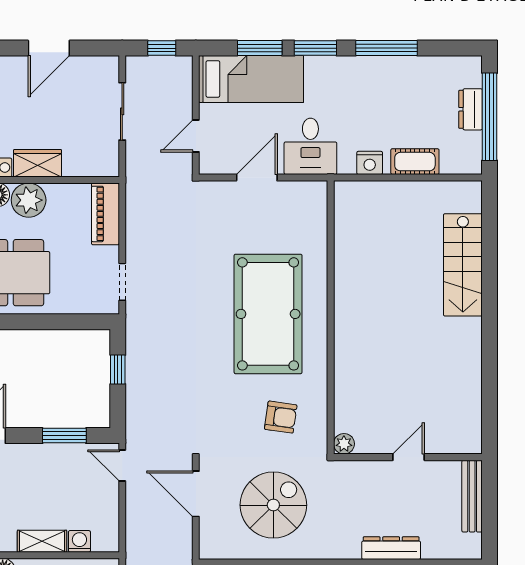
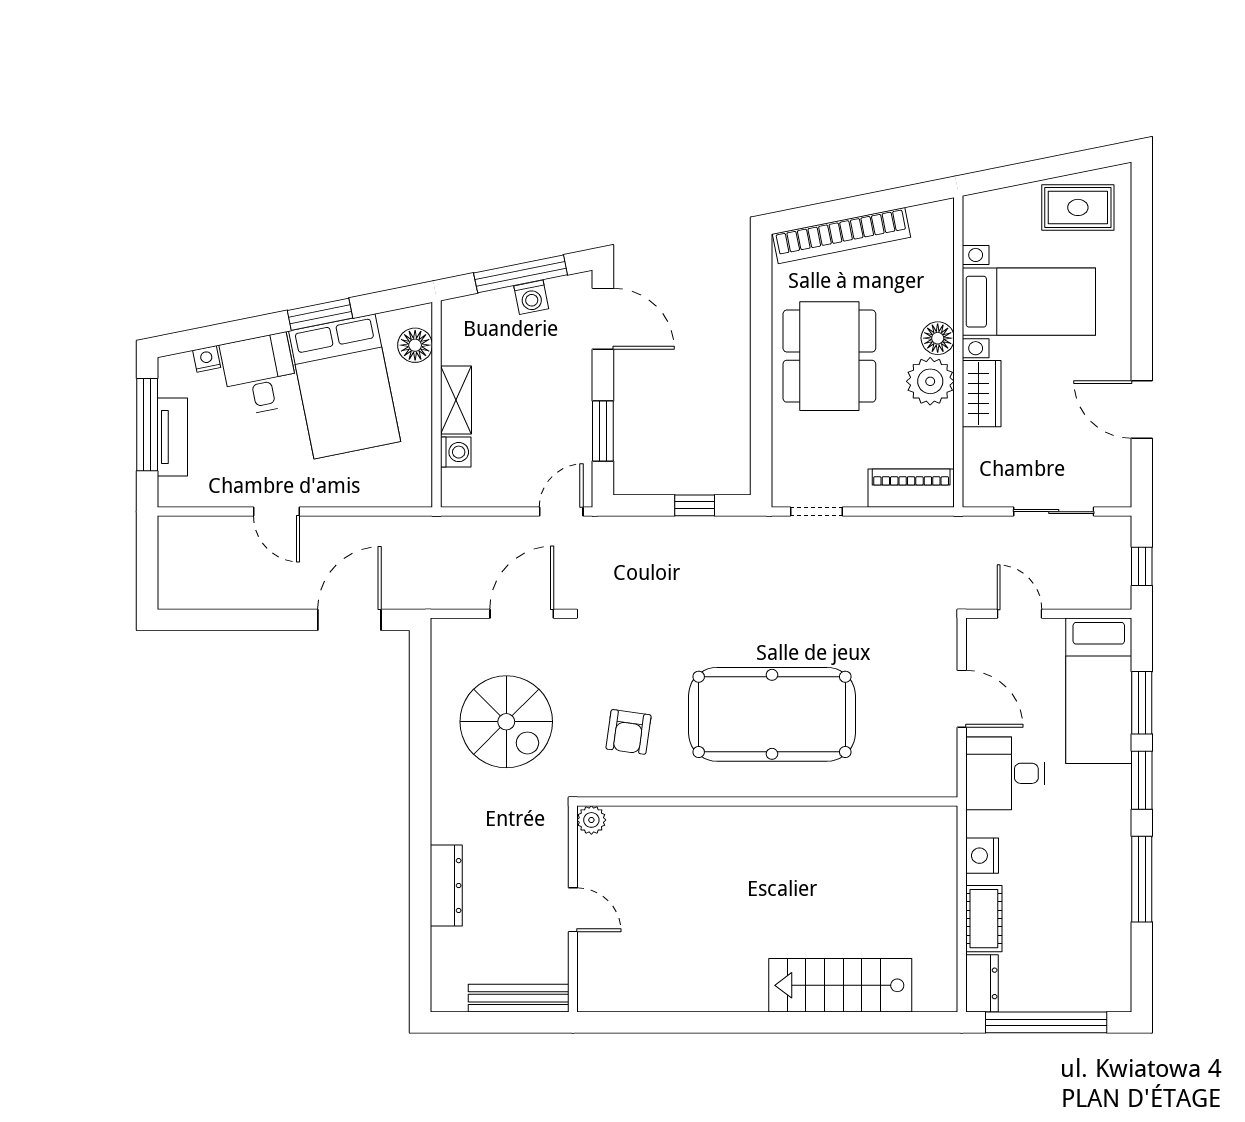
dresser: (471, 109) -> (982, 983), moved, turned 90

